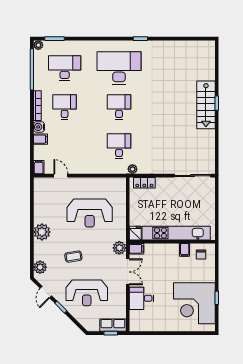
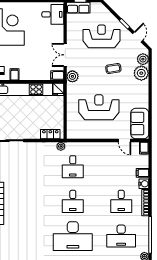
sofa: (44, 195) -> (140, 123), added
plant: (42, 232) -> (141, 73), moved
desk: (142, 298) -> (53, 14), moved

